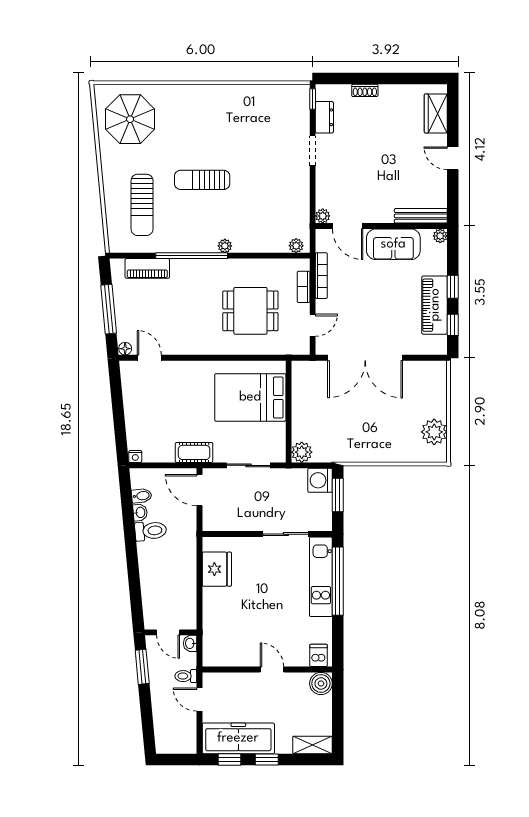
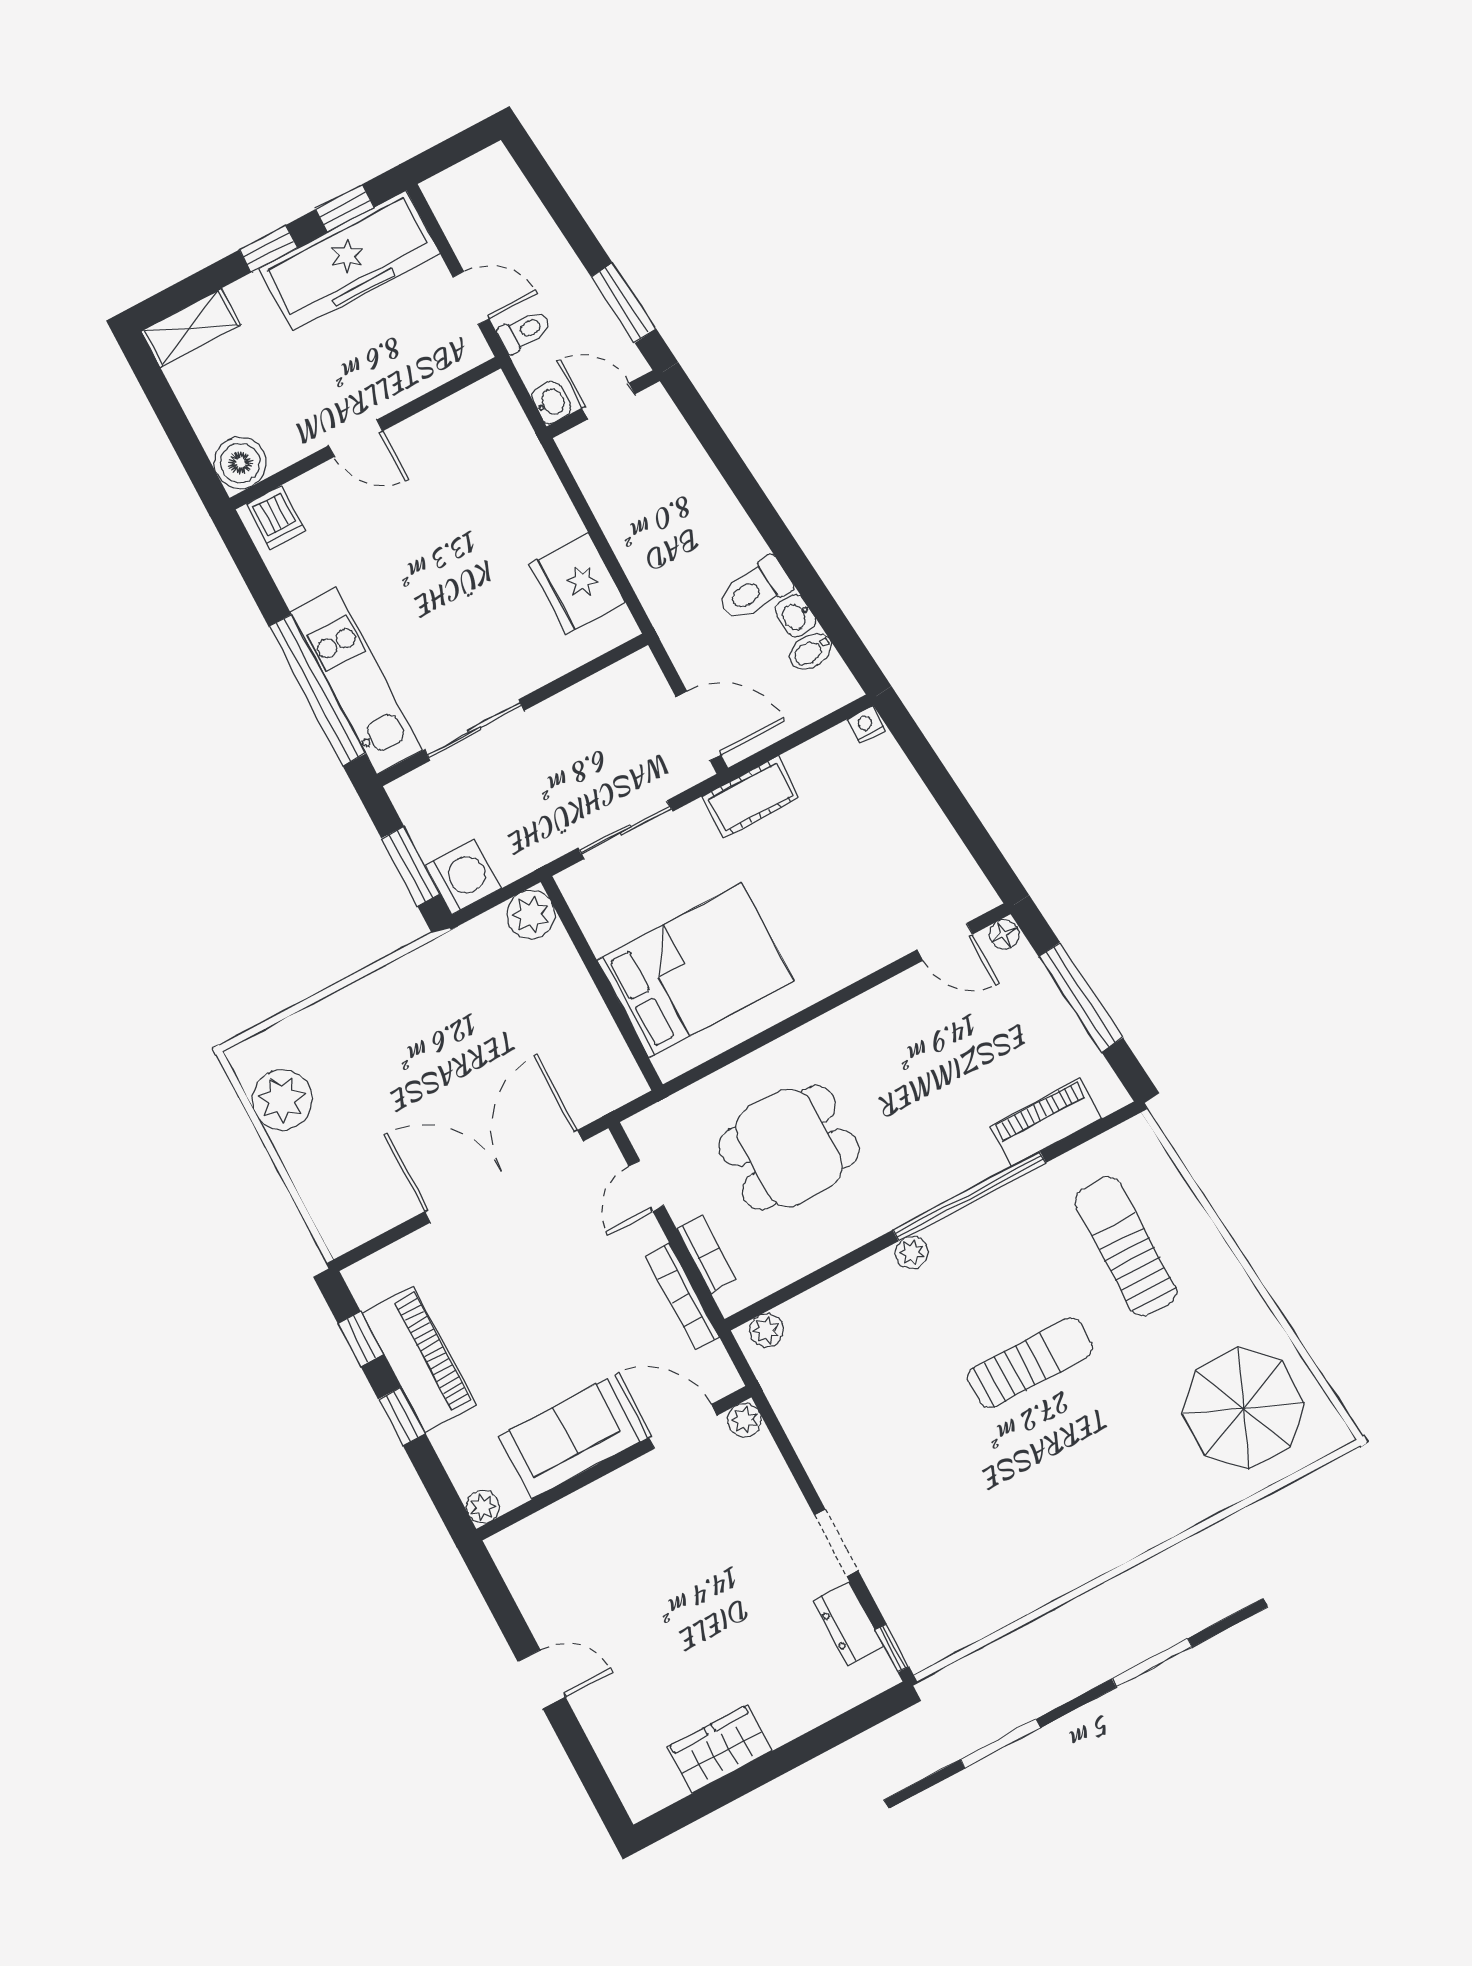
shoe rack: (365, 90) -> (795, 1722), removed
wardrobe: (436, 113) -> (720, 1749), moved, turned -90
bench: (421, 216) -> (544, 1527), removed

